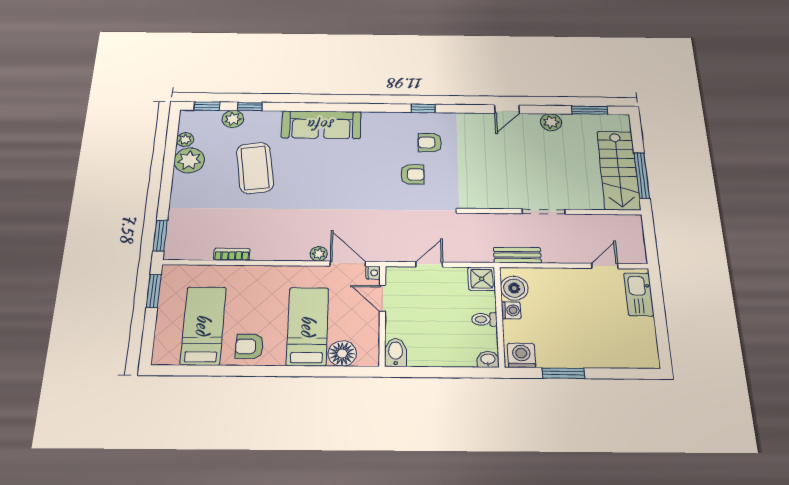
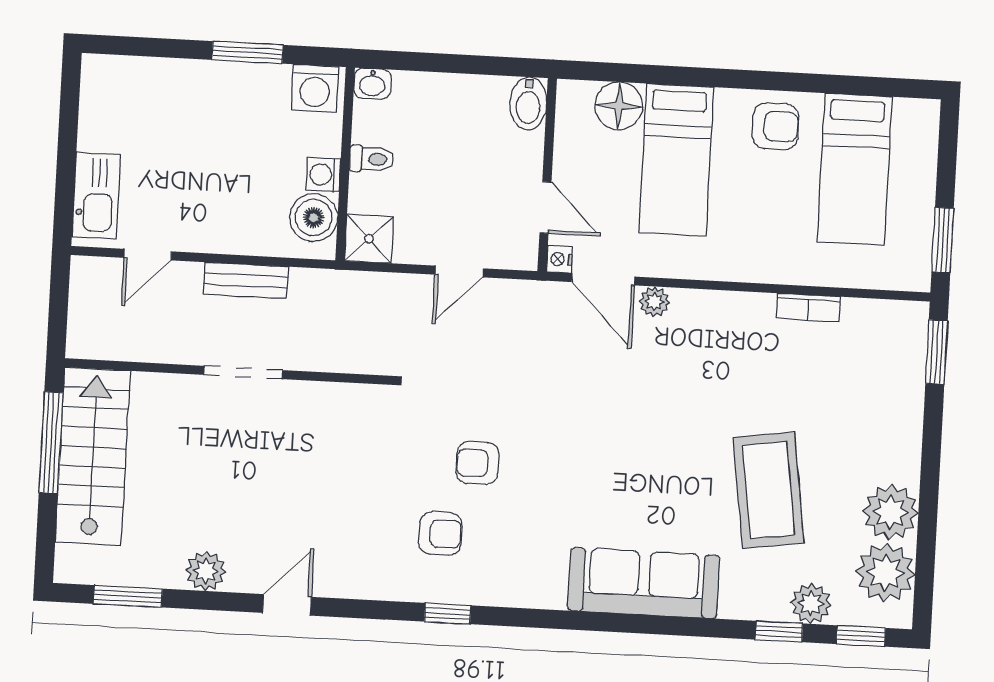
plant: (185, 140) -> (885, 573), width x1.88, depth x1.88
bench: (517, 255) -> (246, 280), moved

